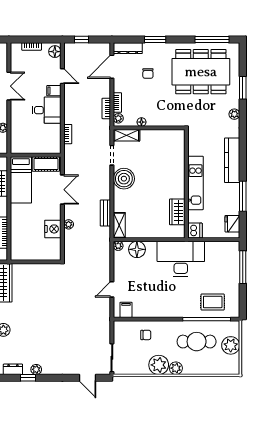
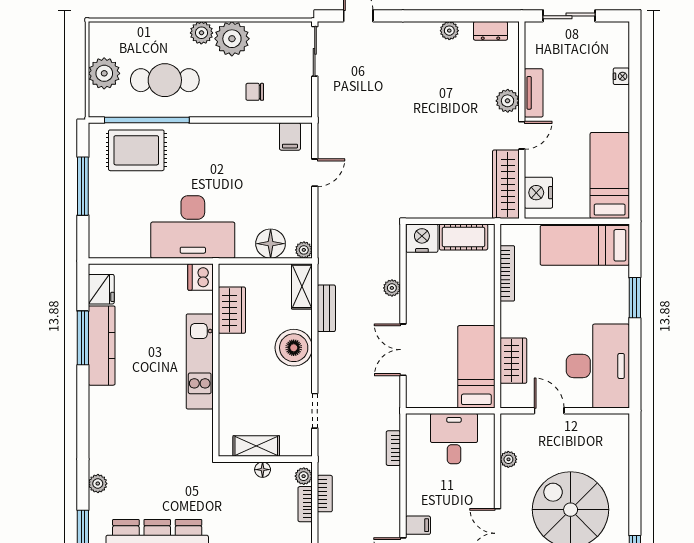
desk: (47, 110) -> (454, 439), moved, turned 90
shelving: (127, 135) -> (256, 446), moved
kitchen counter: (232, 160) -> (102, 346), moved
cot: (46, 164) -> (464, 237), moved
boiler: (124, 179) -> (294, 348), moved
kitchen unit: (195, 183) -> (200, 361), moved
wall: (186, 184) -> (216, 360), moved
wardrobe: (177, 212) -> (232, 310), moved
nightstand: (53, 229) -> (422, 238), moved, turned 90
dishwasher: (195, 231) -> (201, 277), moved
window: (243, 267) -> (83, 186), moved
rug: (213, 302) -> (136, 150), width x1.36, depth x1.43
window: (28, 378) -> (464, 16), removed

